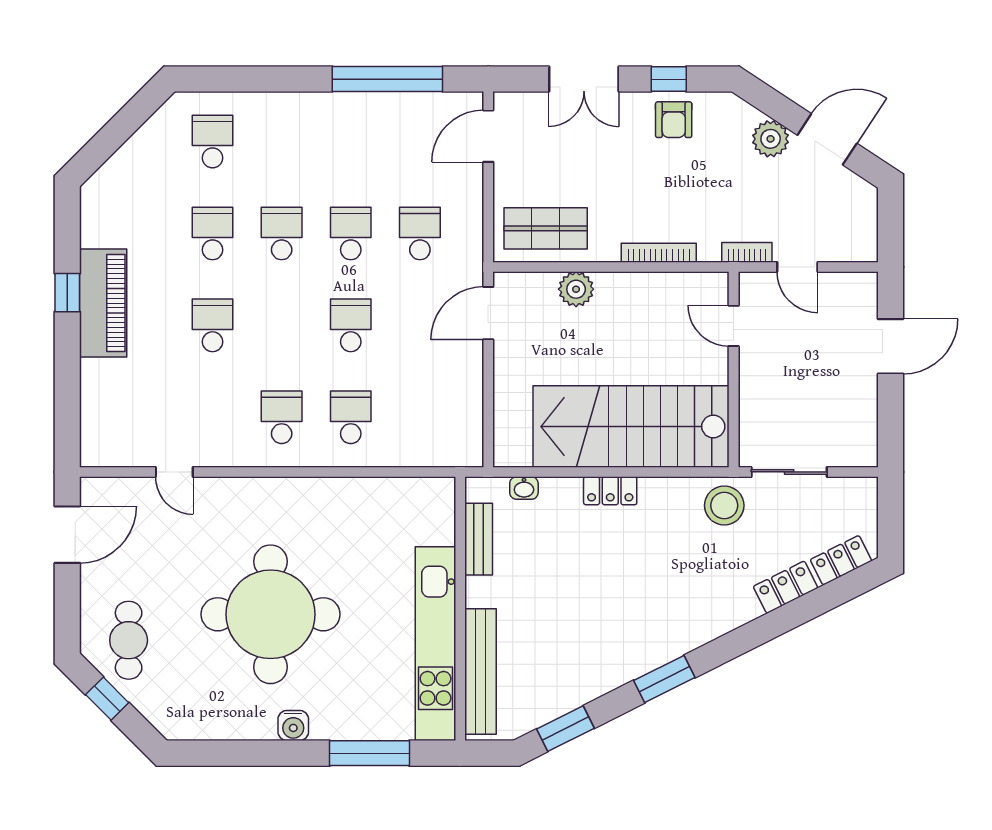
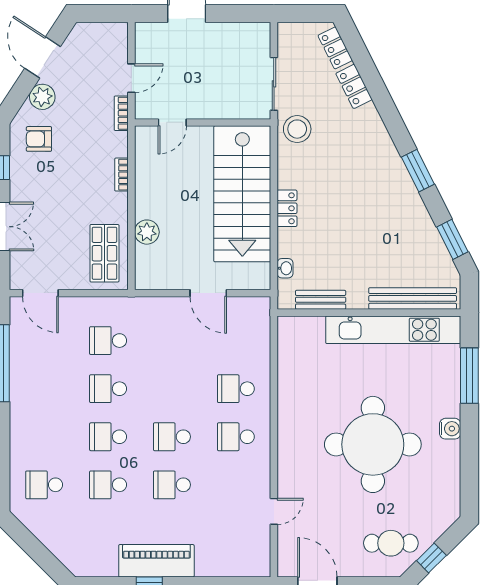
armchair: (674, 120) -> (39, 139), moved, turned 180
bookcase: (659, 253) -> (121, 175), width x0.64
door: (488, 313) -> (208, 293), moved
school desk: (351, 325) -> (172, 437), moved

